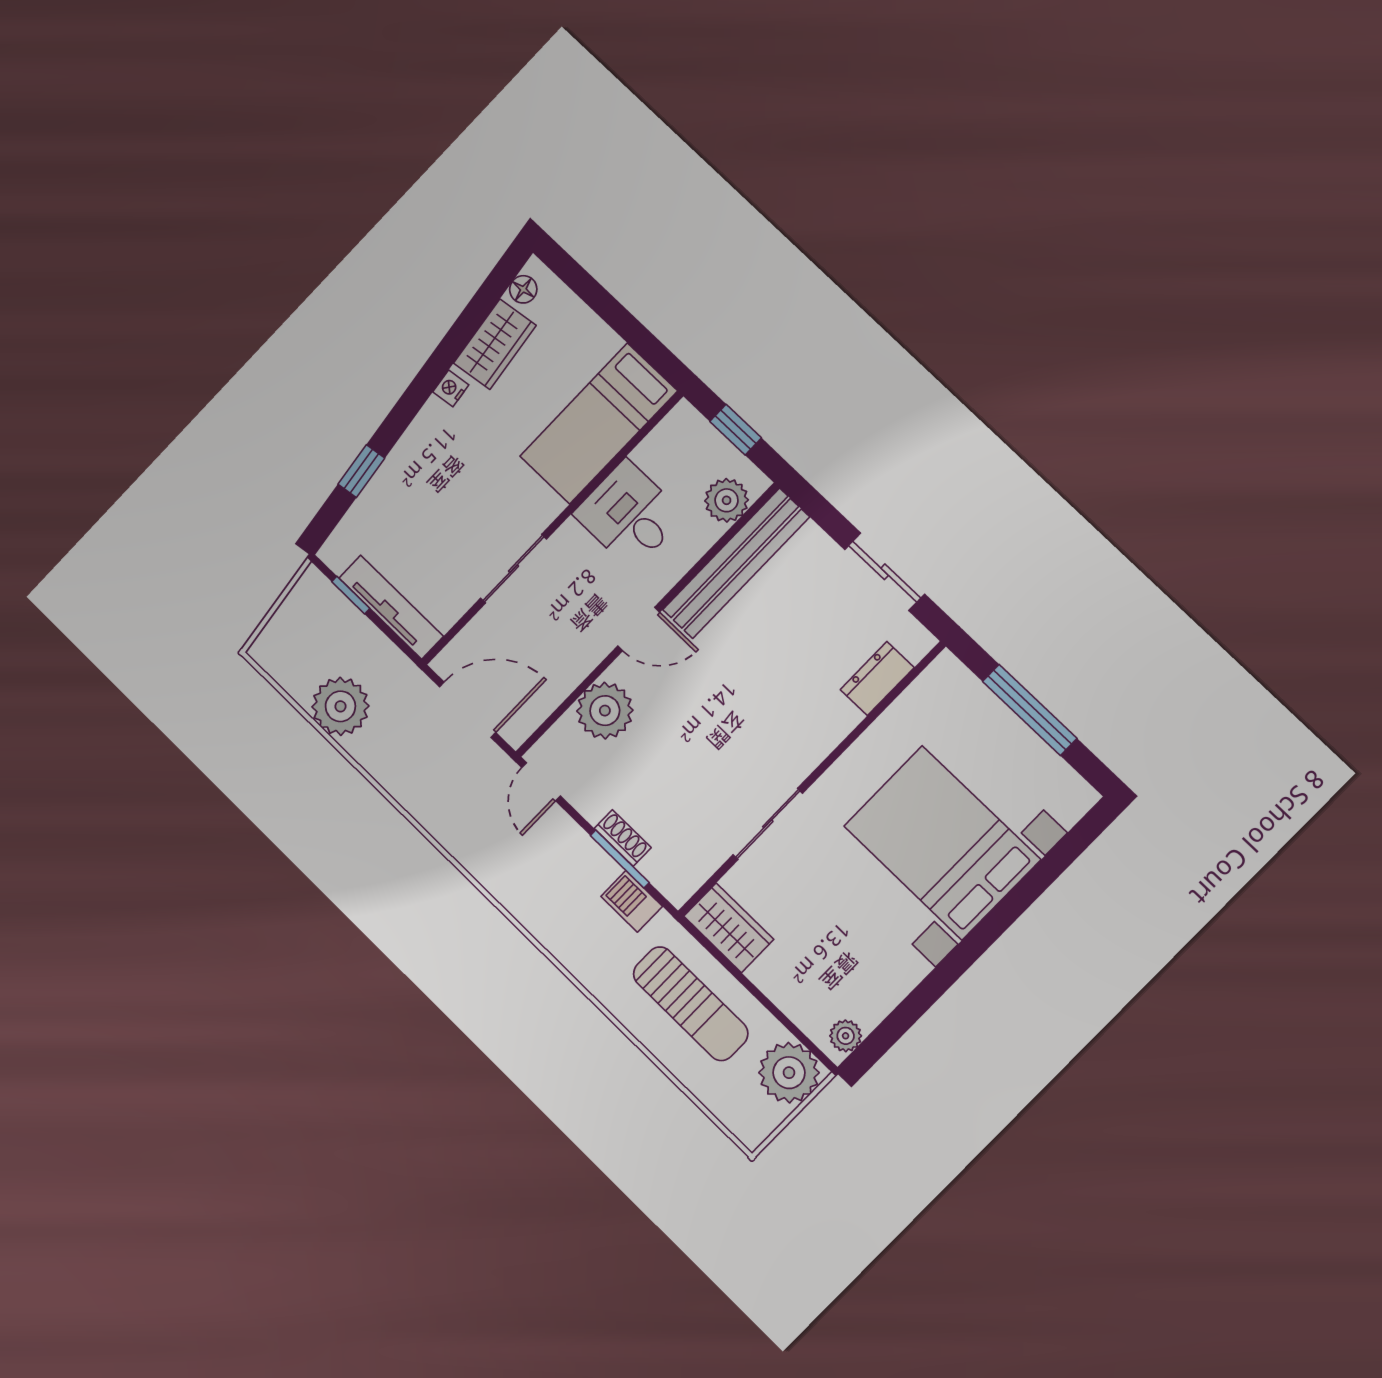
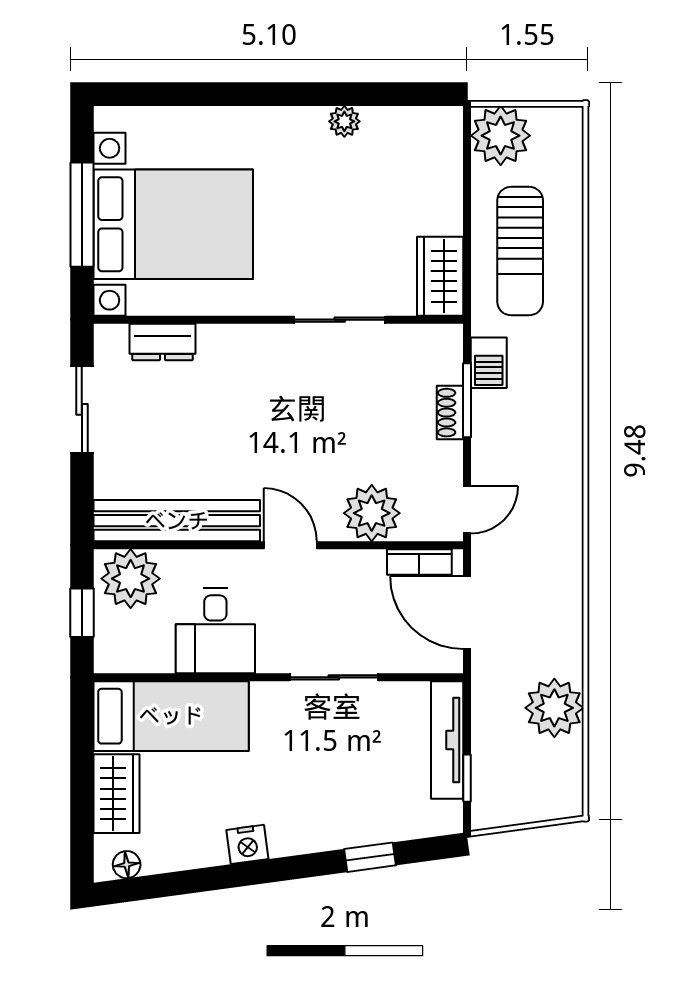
wardrobe: (495, 344) -> (117, 794), moved, turned 98
nightstand: (451, 388) -> (247, 844), width x1.39, depth x1.35
plant: (727, 500) -> (131, 579), width x1.36, depth x1.36
bookcase: (537, 711) -> (419, 562), added
bed with nightstands: (942, 843) -> (173, 224), moved, turned -90
sun lounger: (691, 1004) -> (520, 251), turned 180
plant: (846, 1036) -> (344, 121), moved

